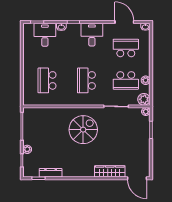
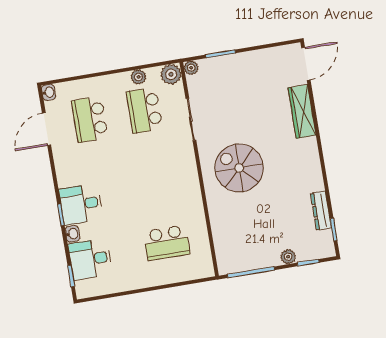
desk: (92, 35) -> (81, 204), moved
school desk: (86, 80) -> (156, 176), removed
school desk: (126, 80) -> (144, 110), turned 180

